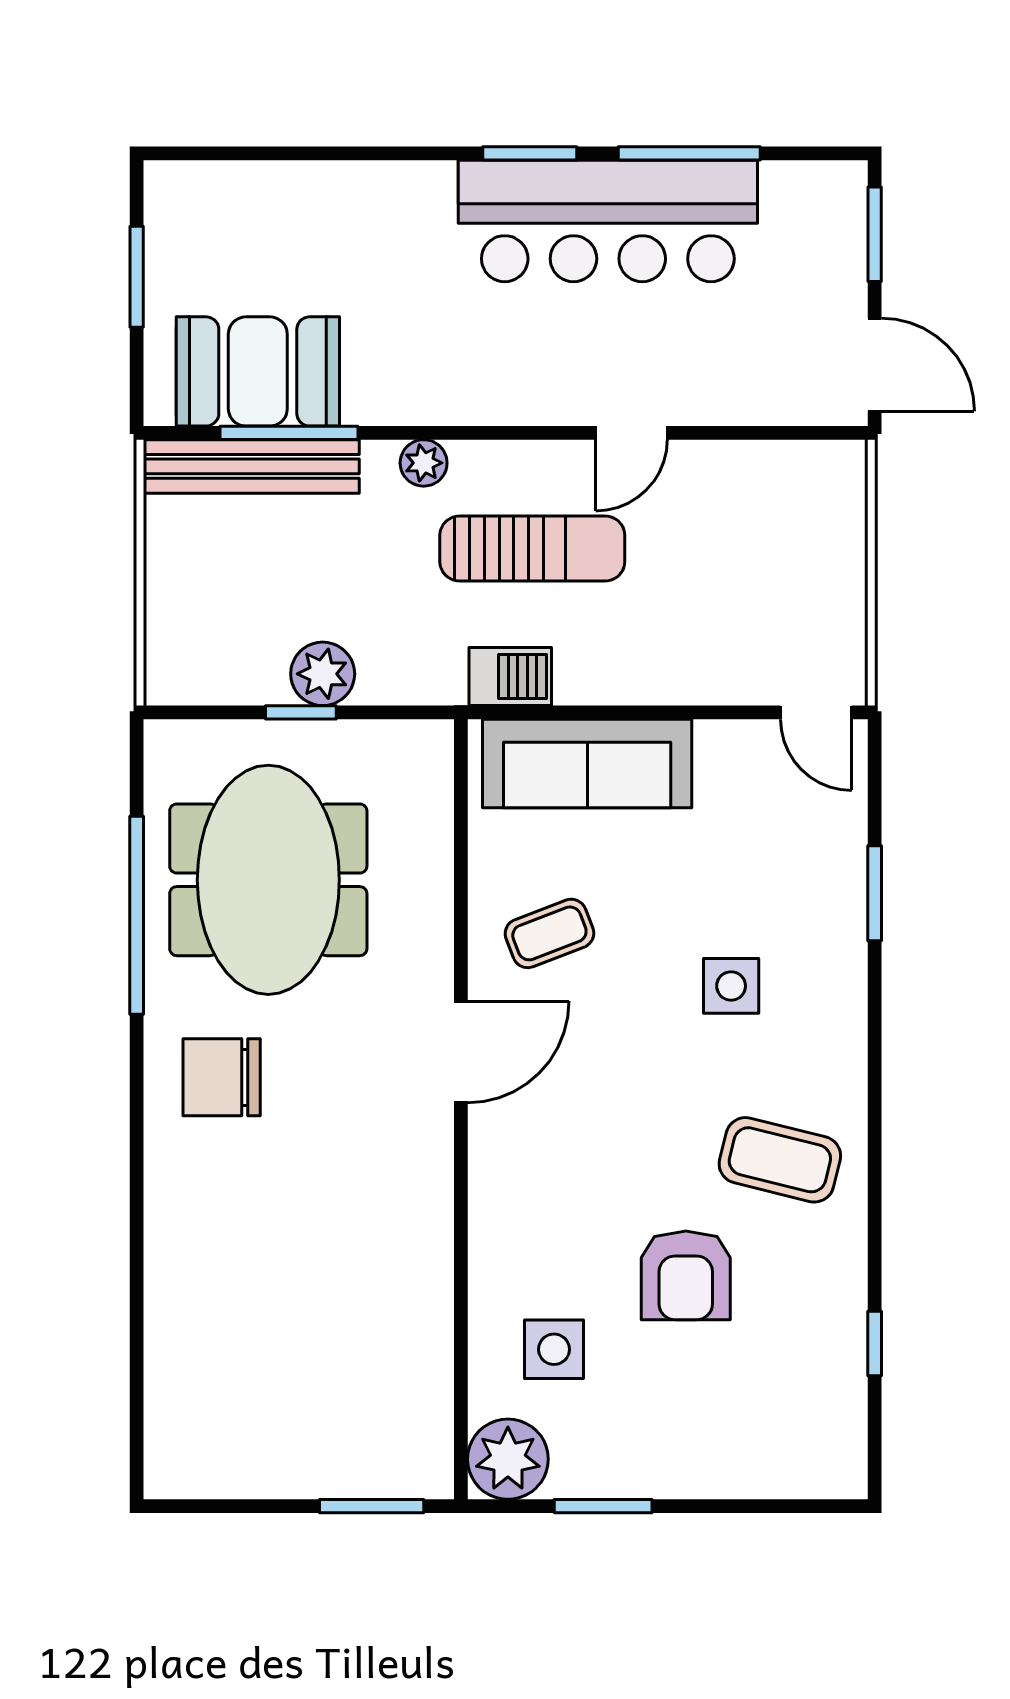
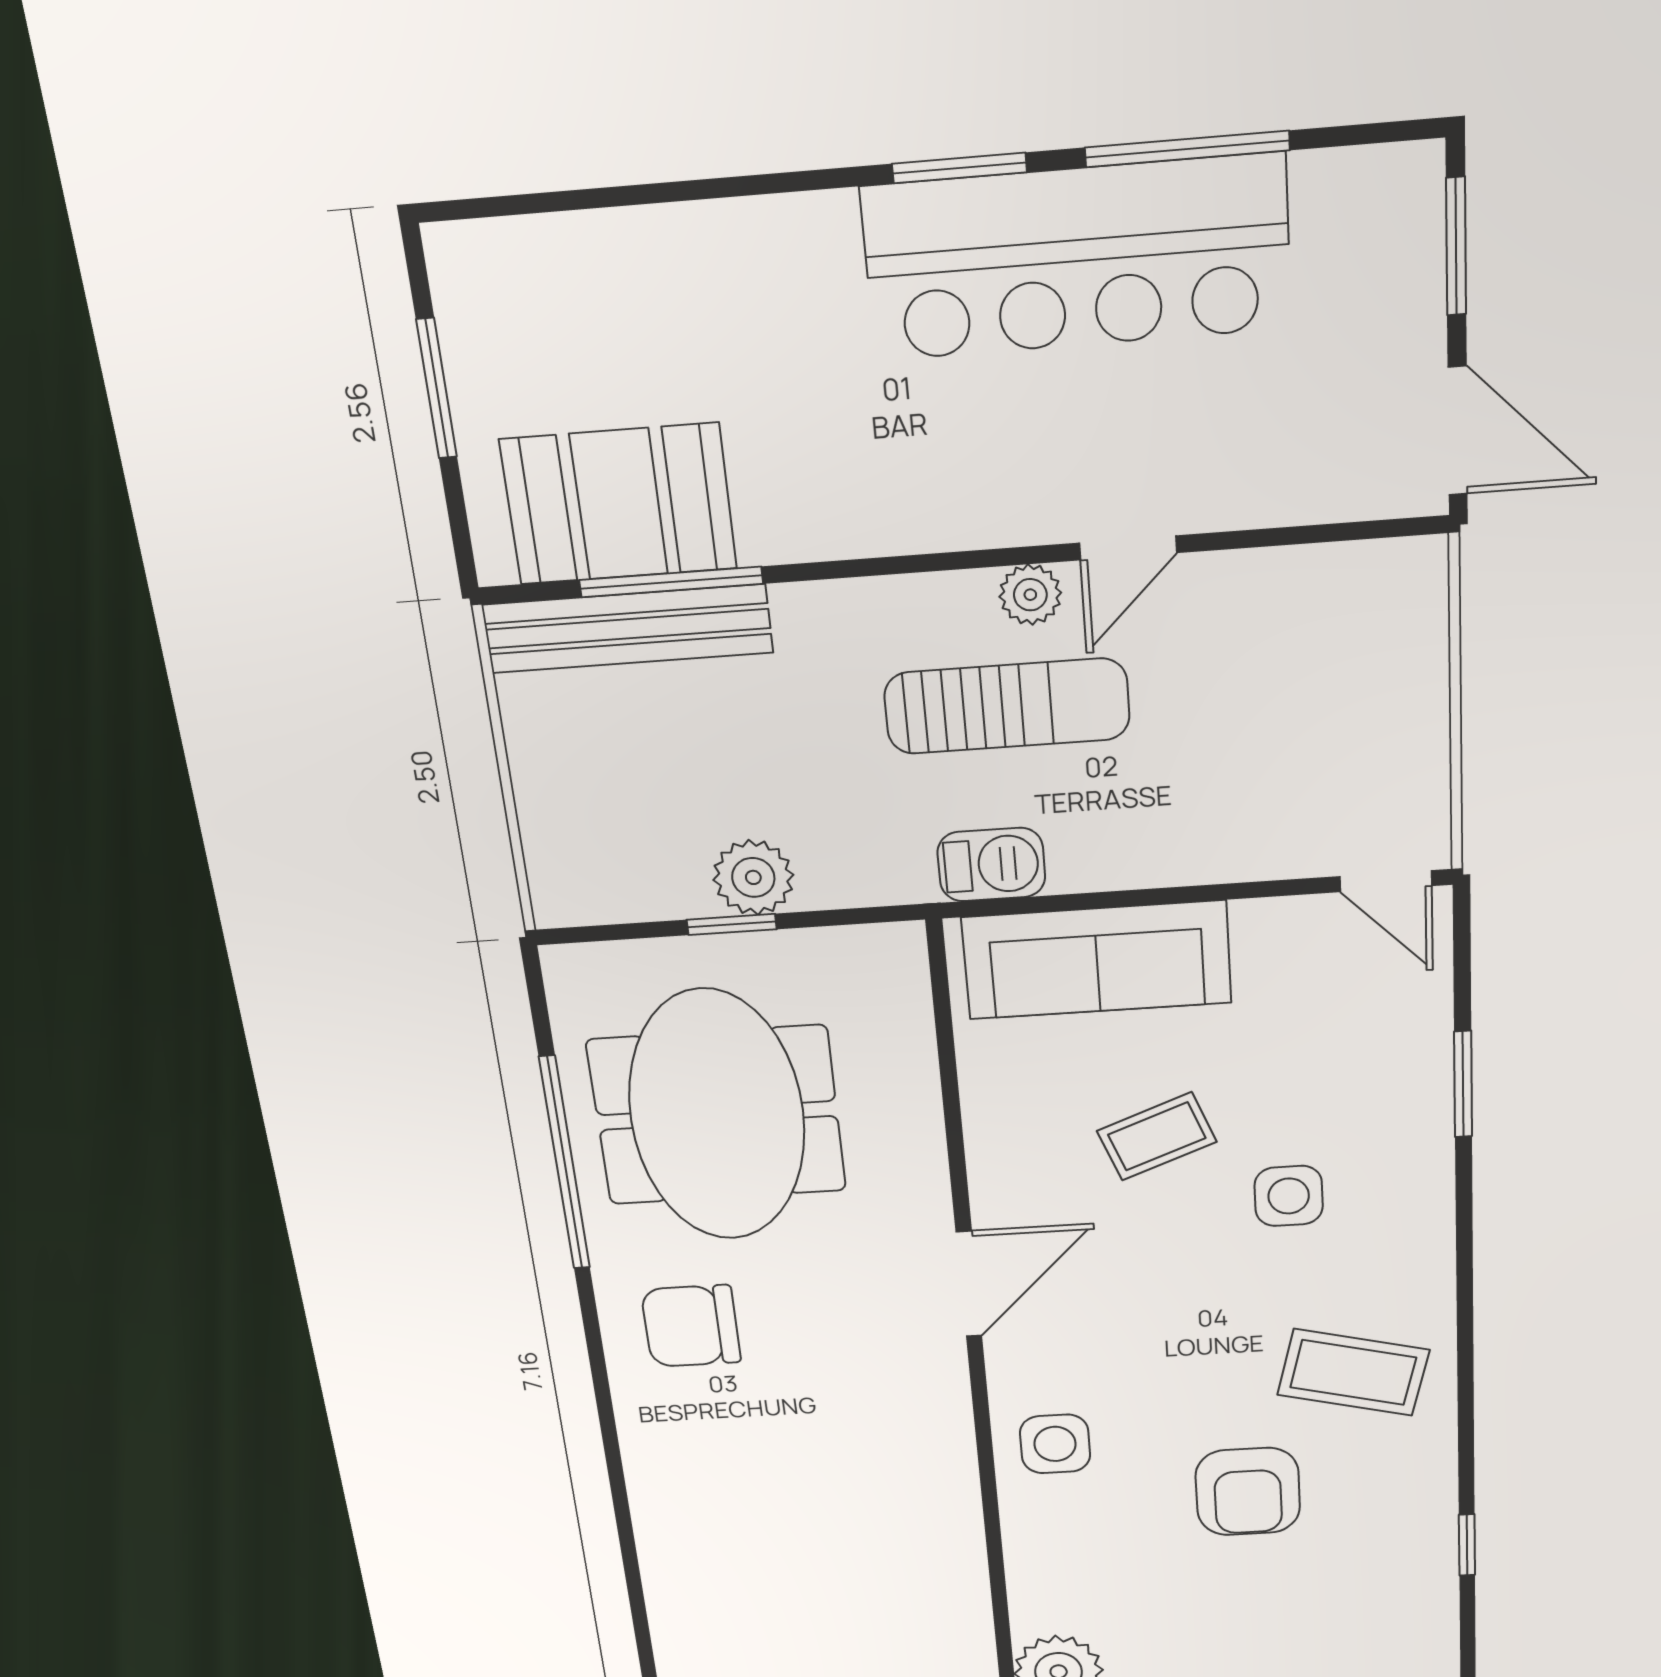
plant: (424, 463) -> (1030, 595), moved
coffee table: (549, 933) -> (1157, 1136), moved
side table: (554, 1349) -> (1055, 1444), moved

